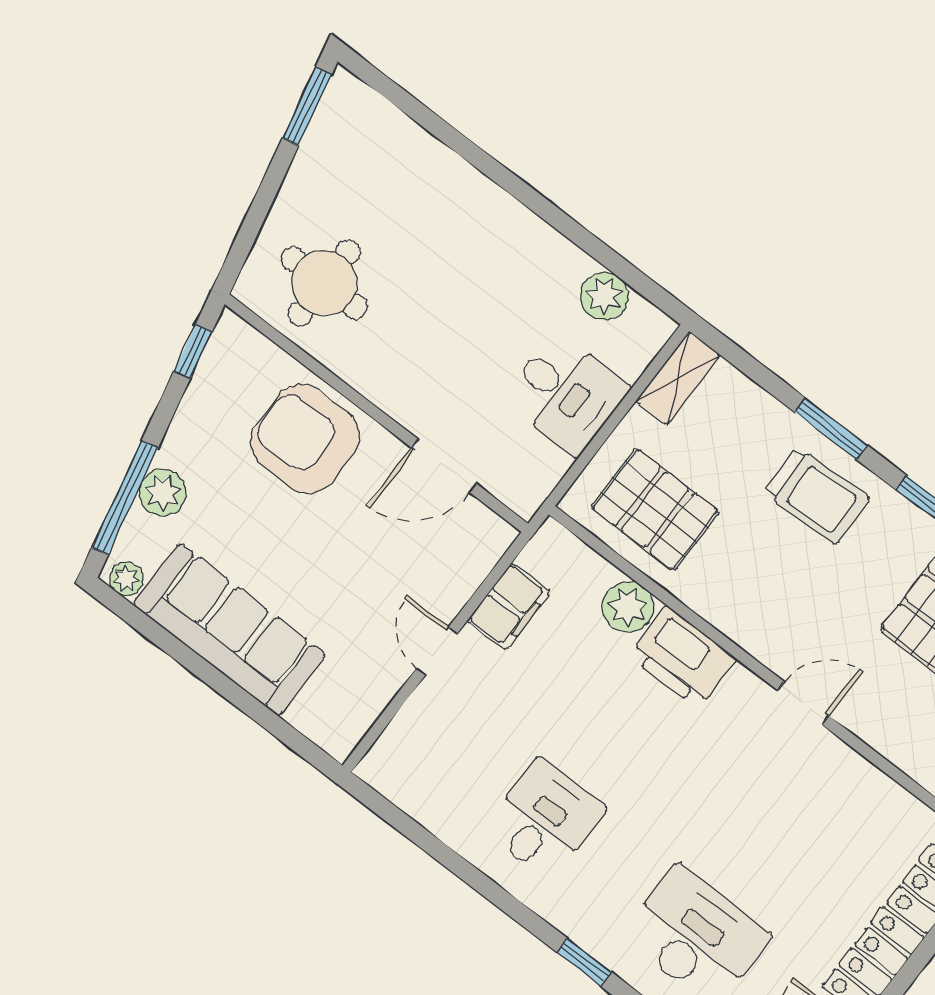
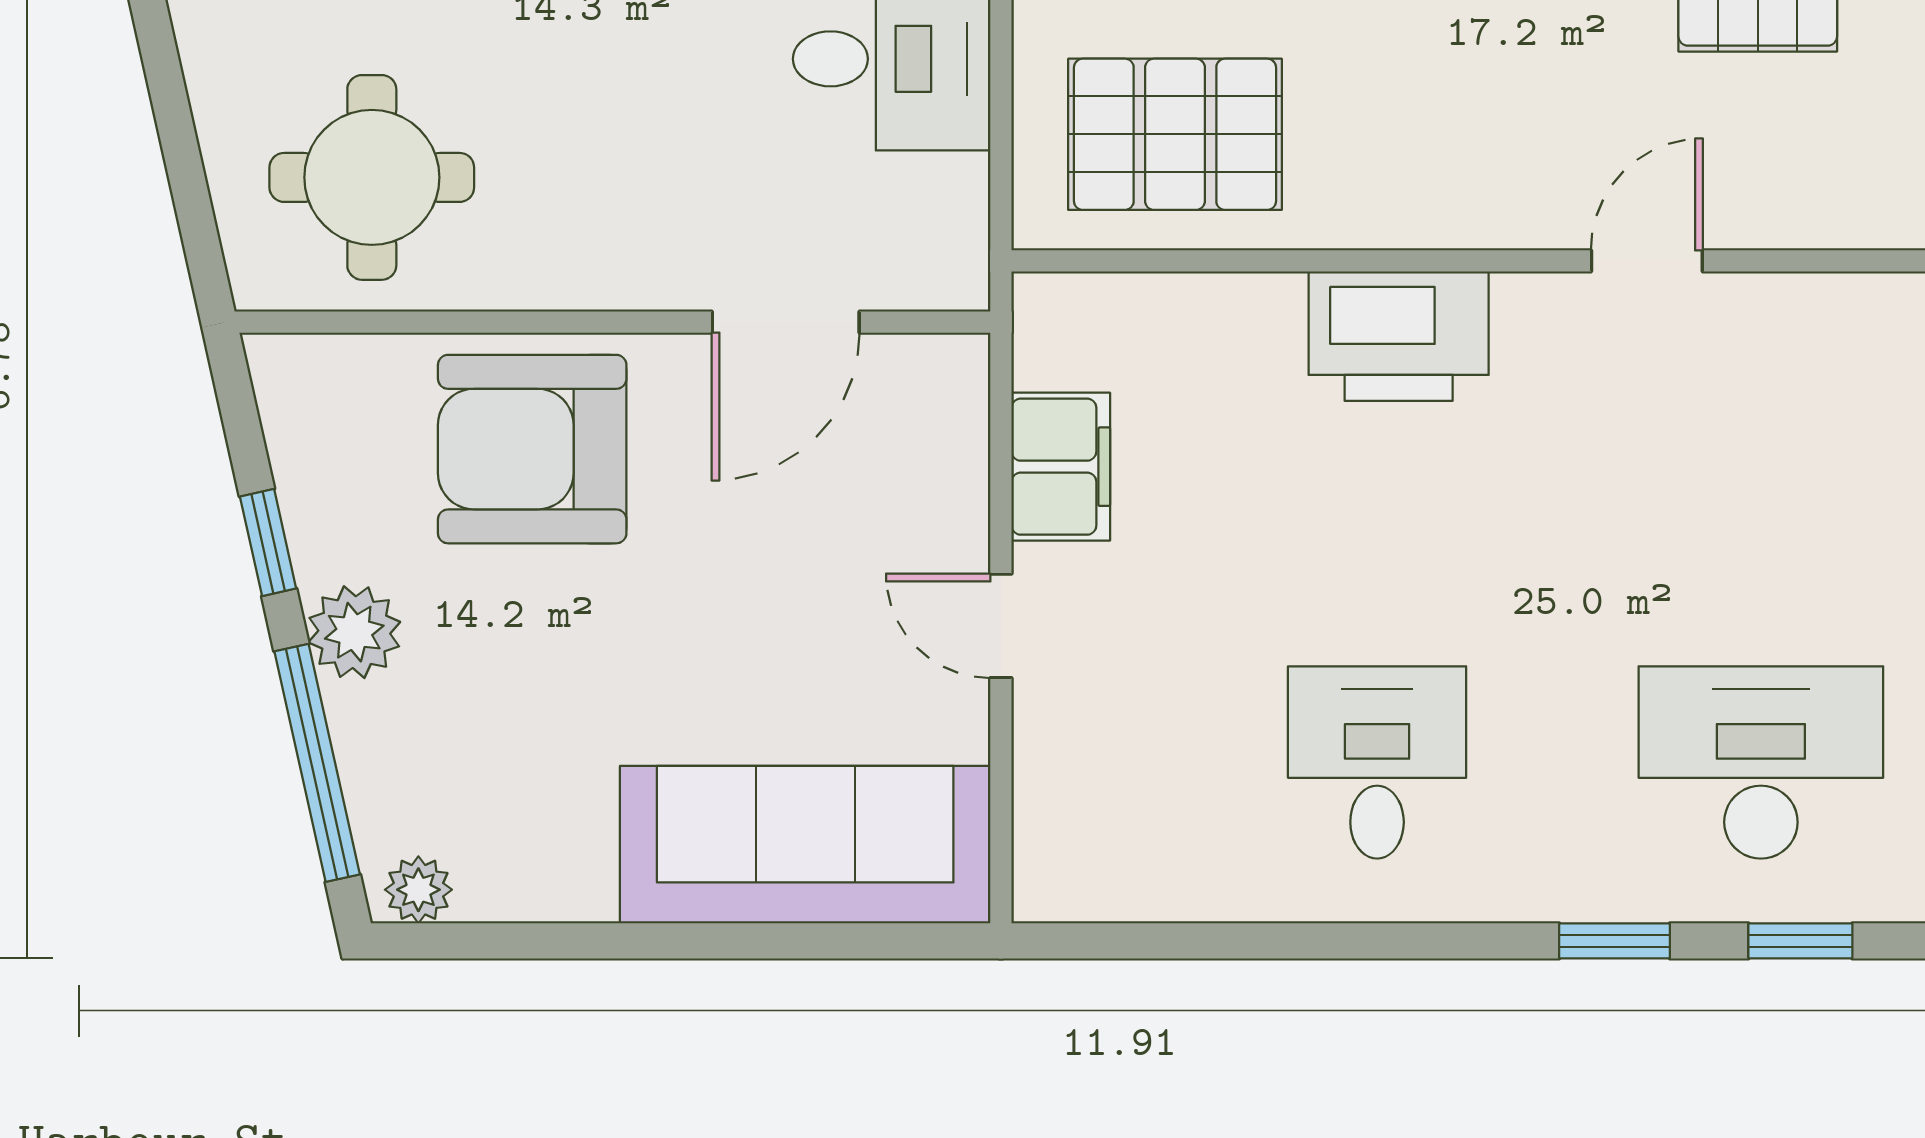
window: (193, 352) -> (268, 542), moved
plant: (163, 493) -> (354, 632), moved
plant: (628, 607) -> (1251, 322), removed
sofa: (229, 629) -> (805, 845), moved

